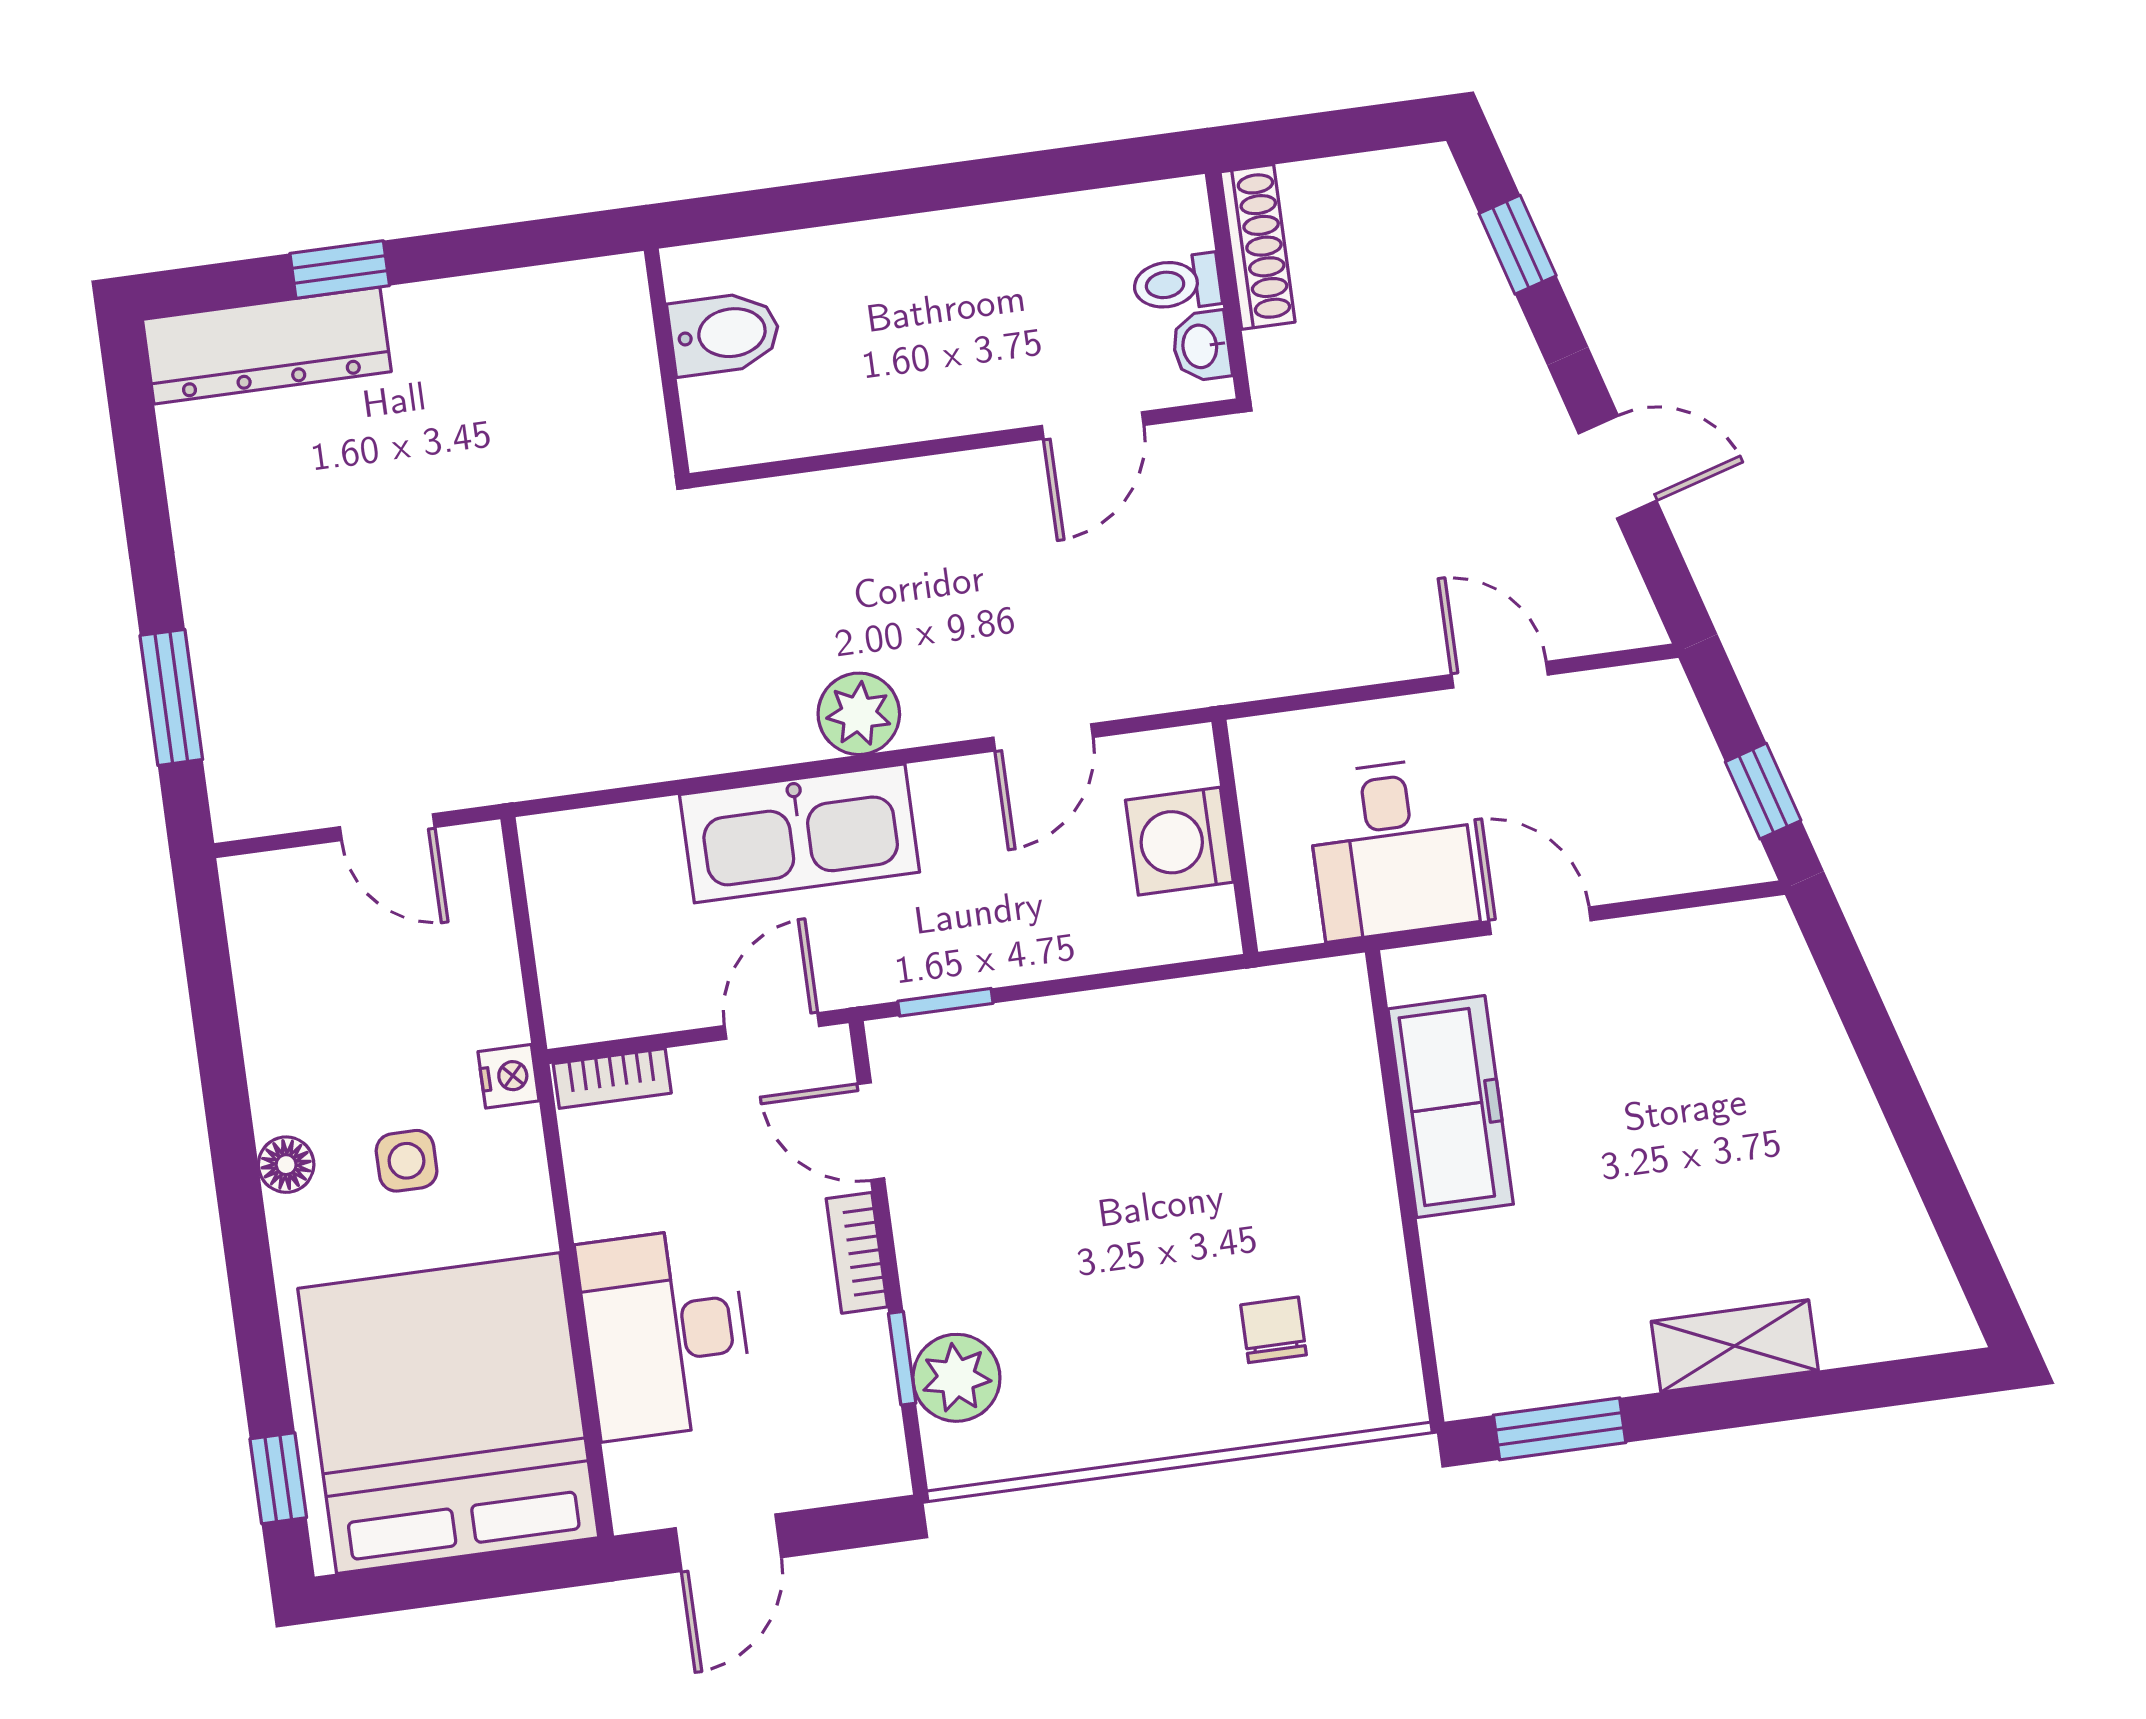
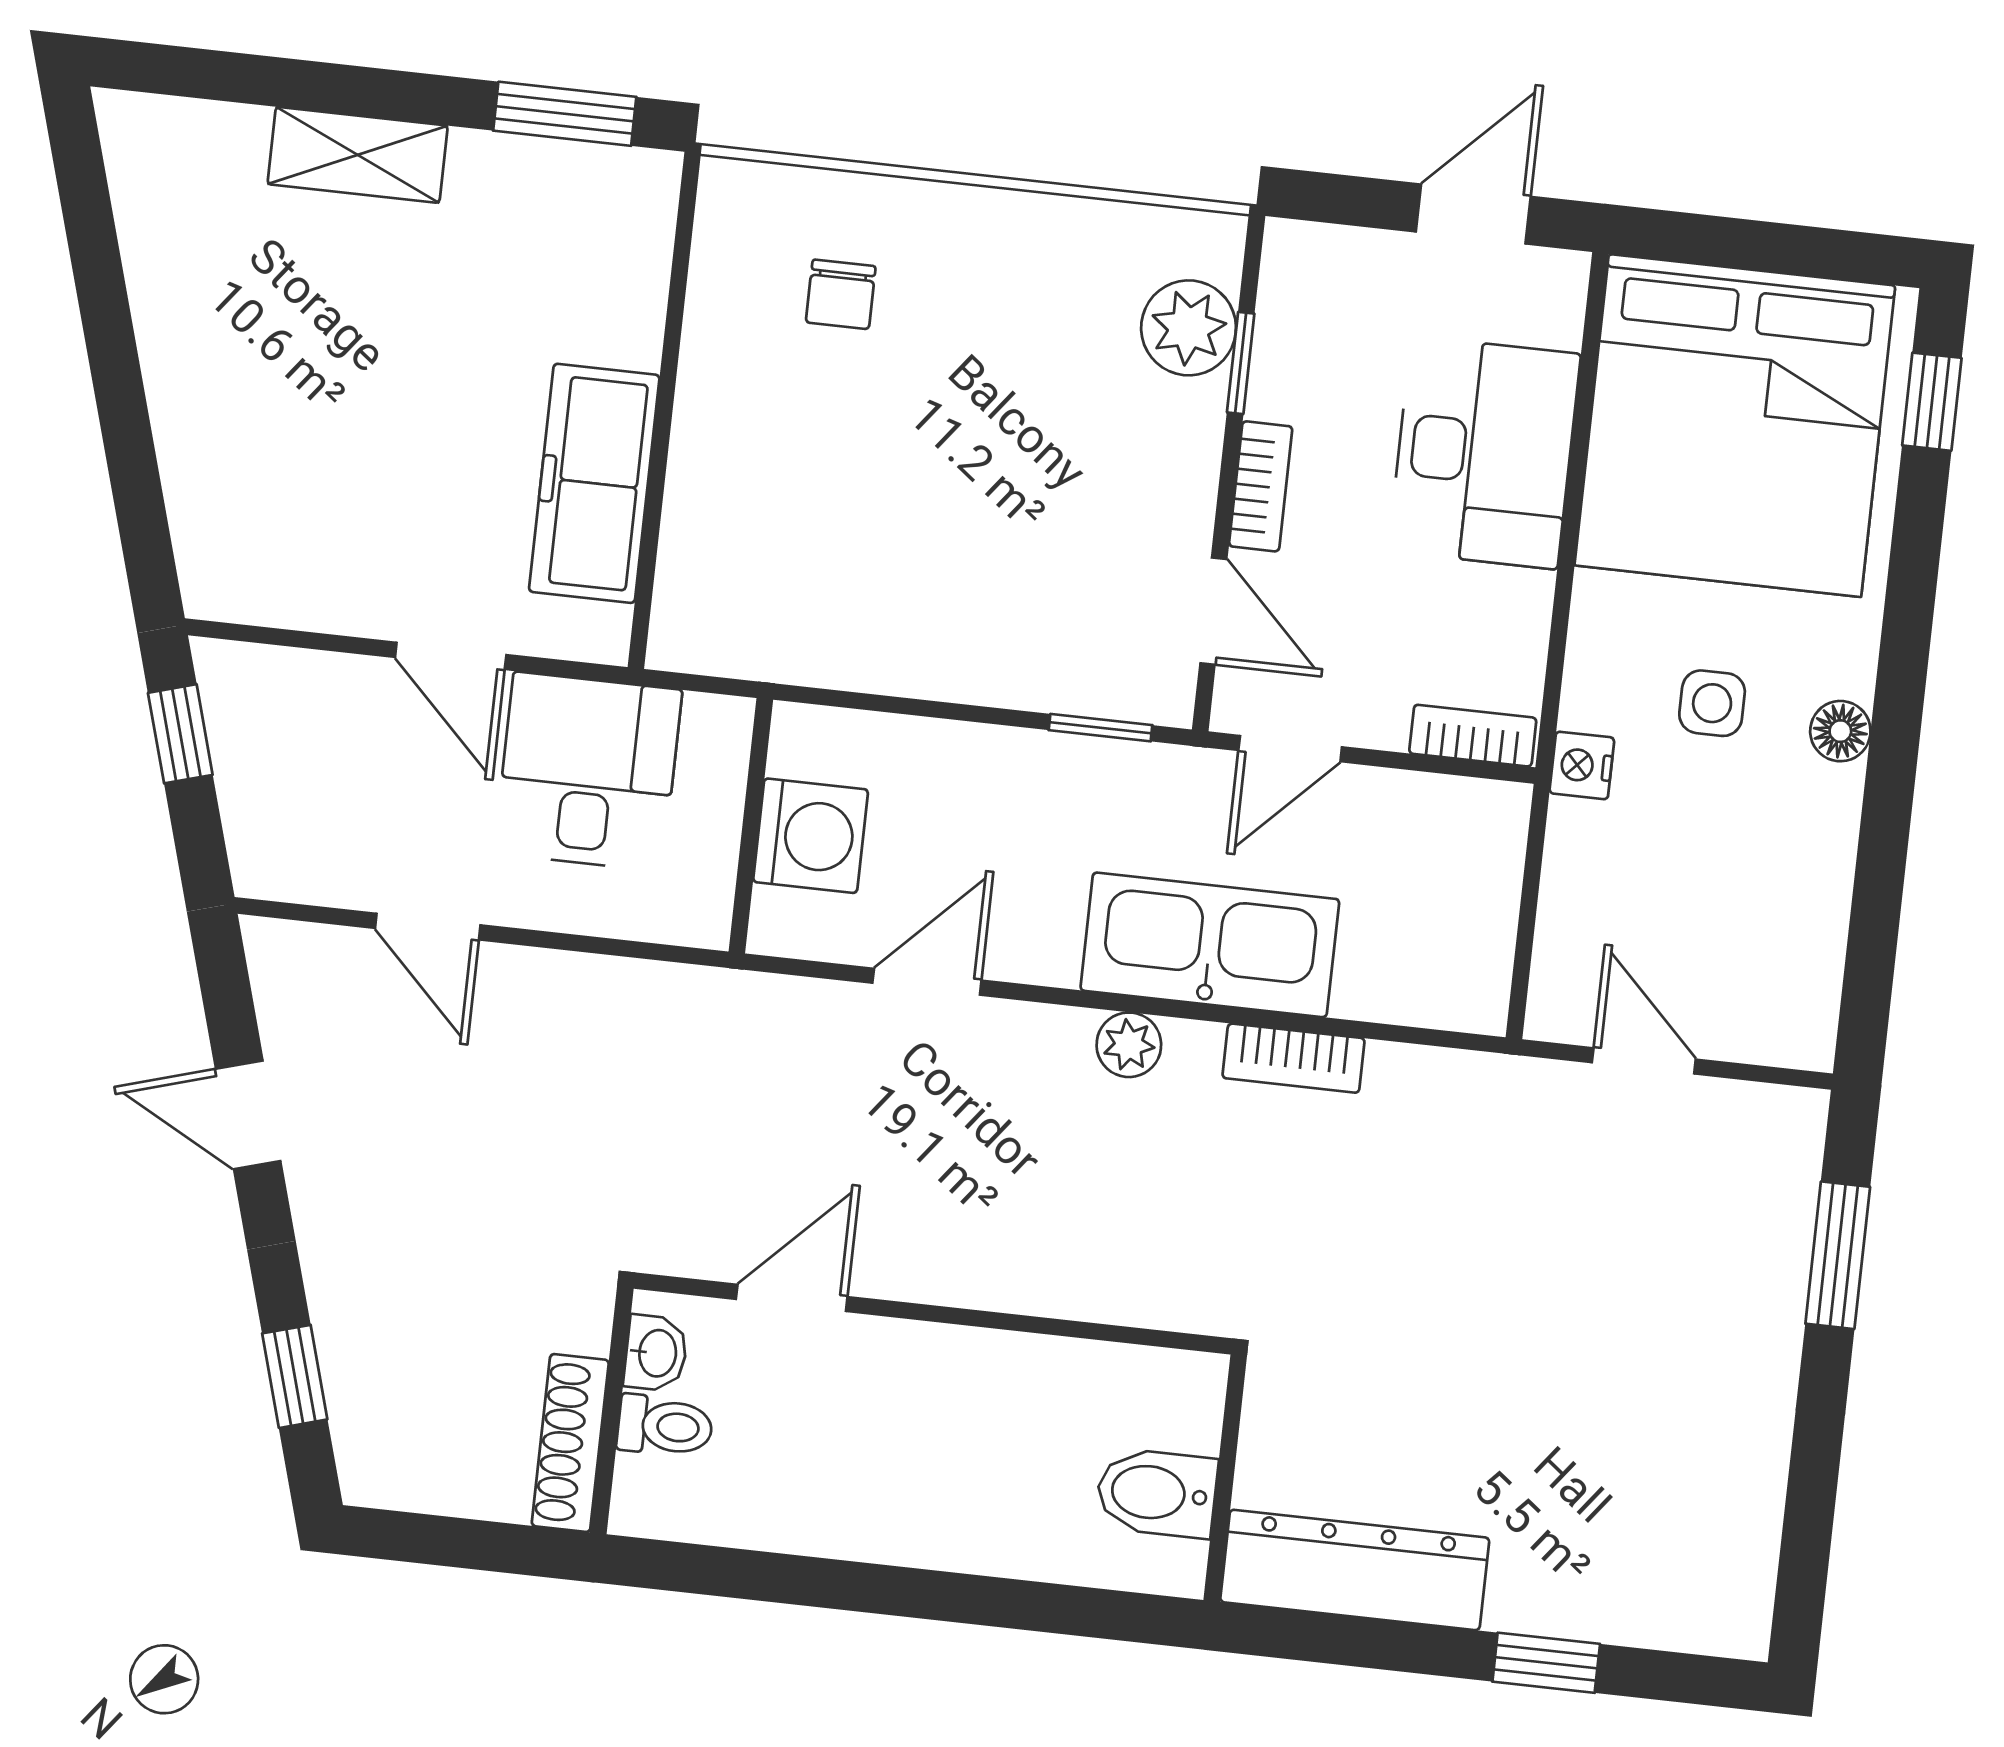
dresser: (267, 346) -> (1355, 1570), moved
plant: (859, 714) -> (1129, 1045), width x0.73, depth x0.73
bookcase: (700, 751) -> (1294, 1058), added

